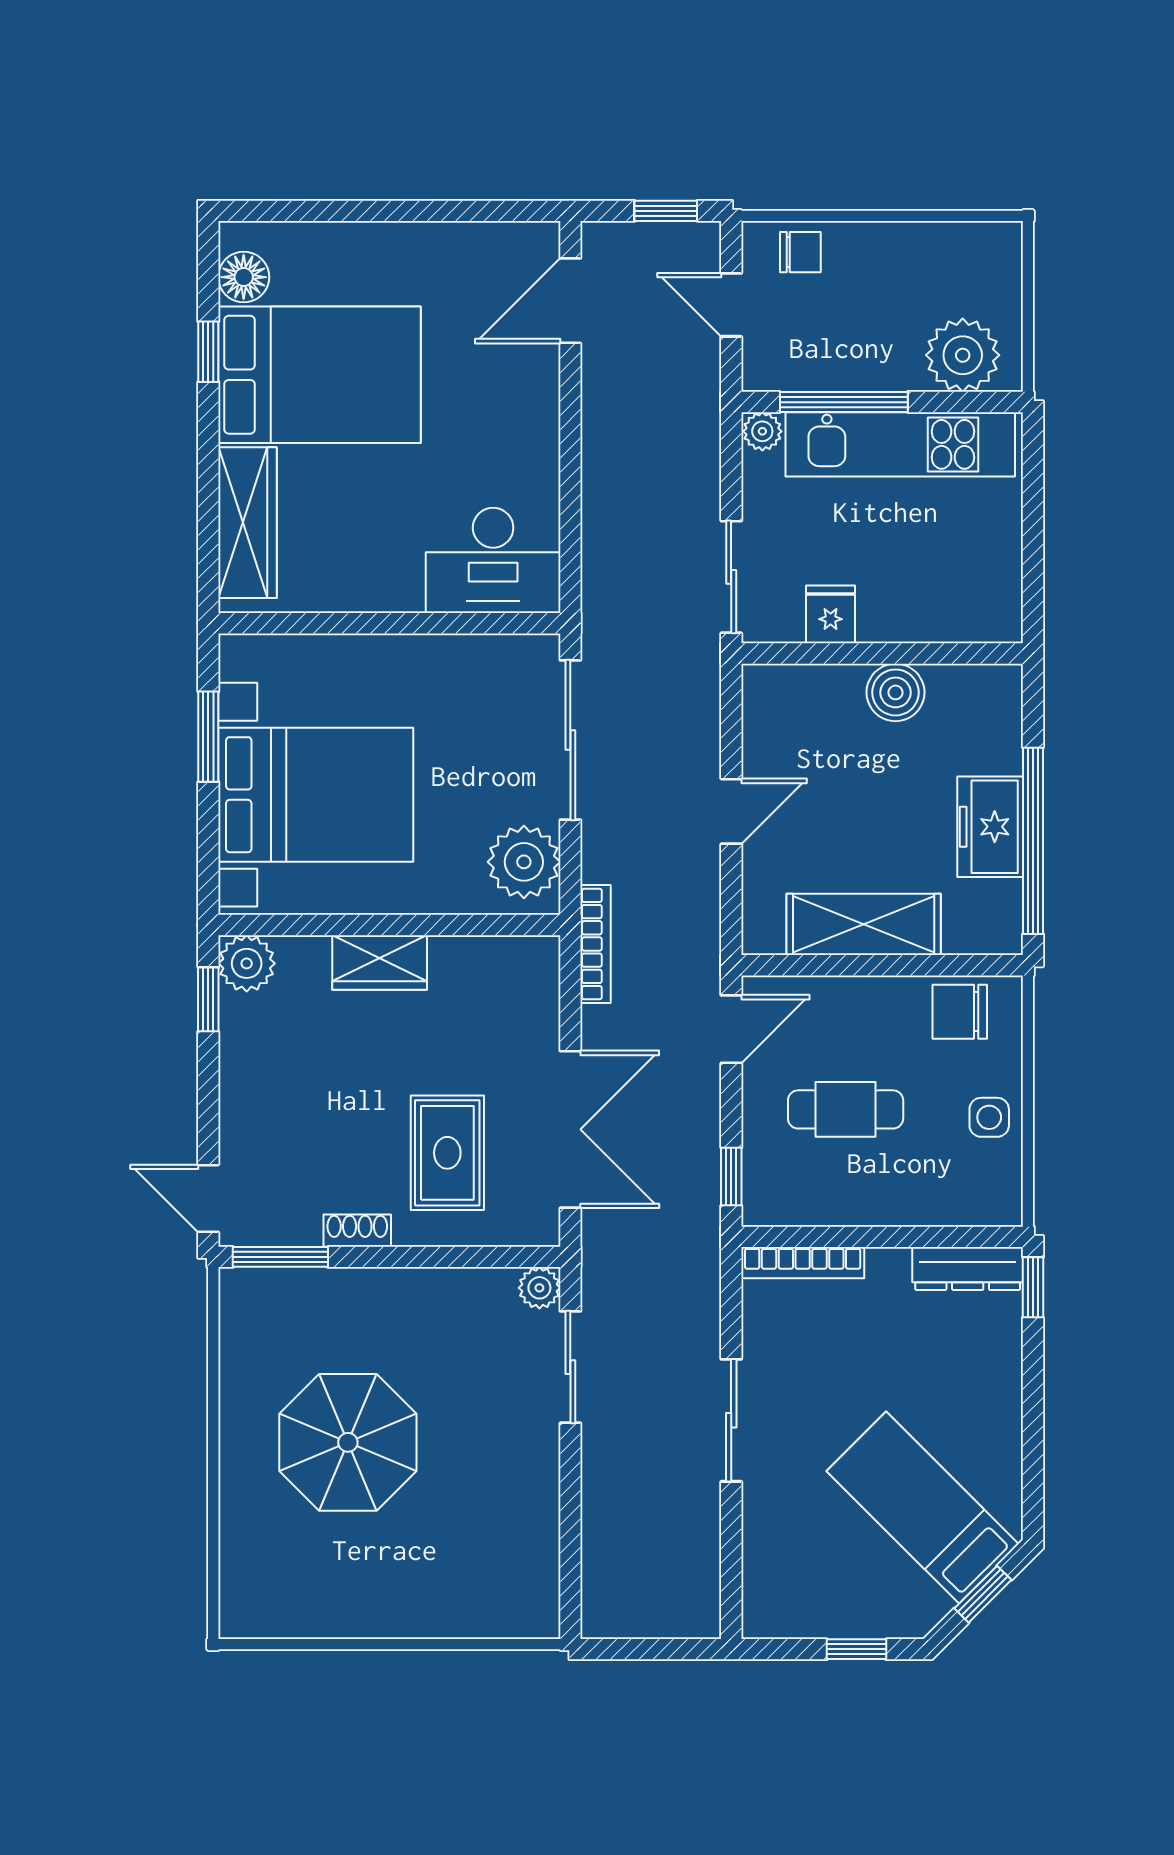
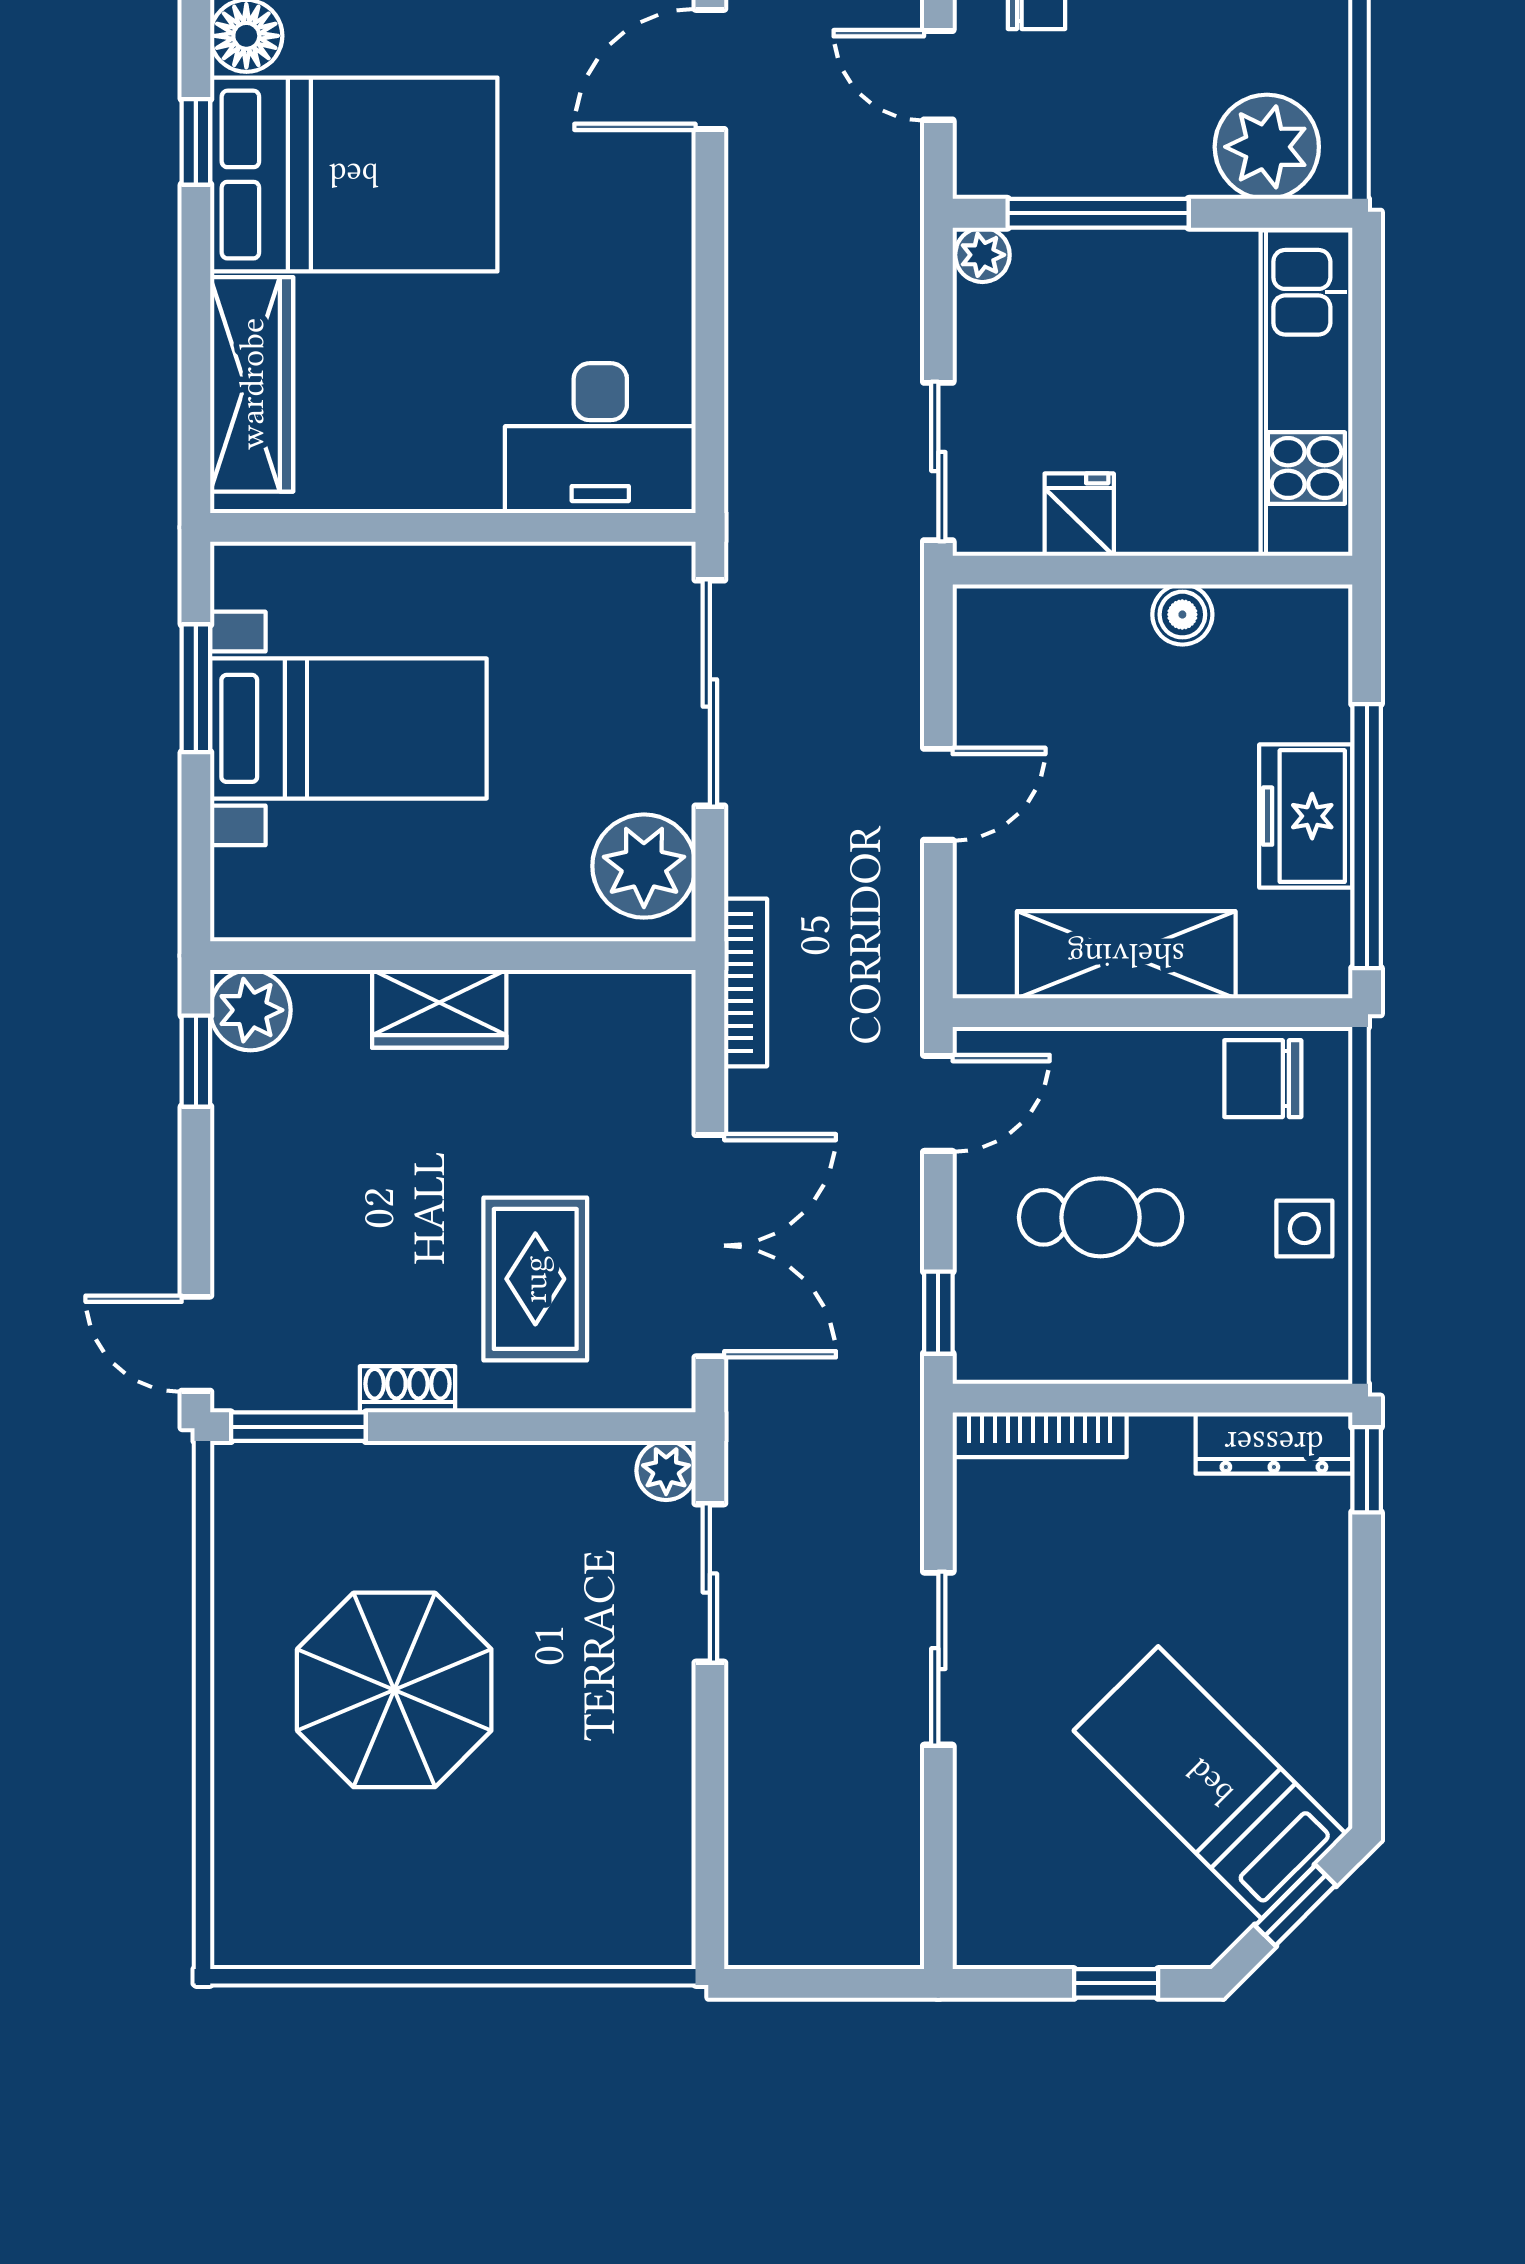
kitchen unit: (900, 444) -> (1306, 393), moved, turned 90
boiler: (896, 692) -> (1182, 615), width x0.73, depth x0.73
bed with nightstands: (316, 795) -> (348, 728), width x0.73

